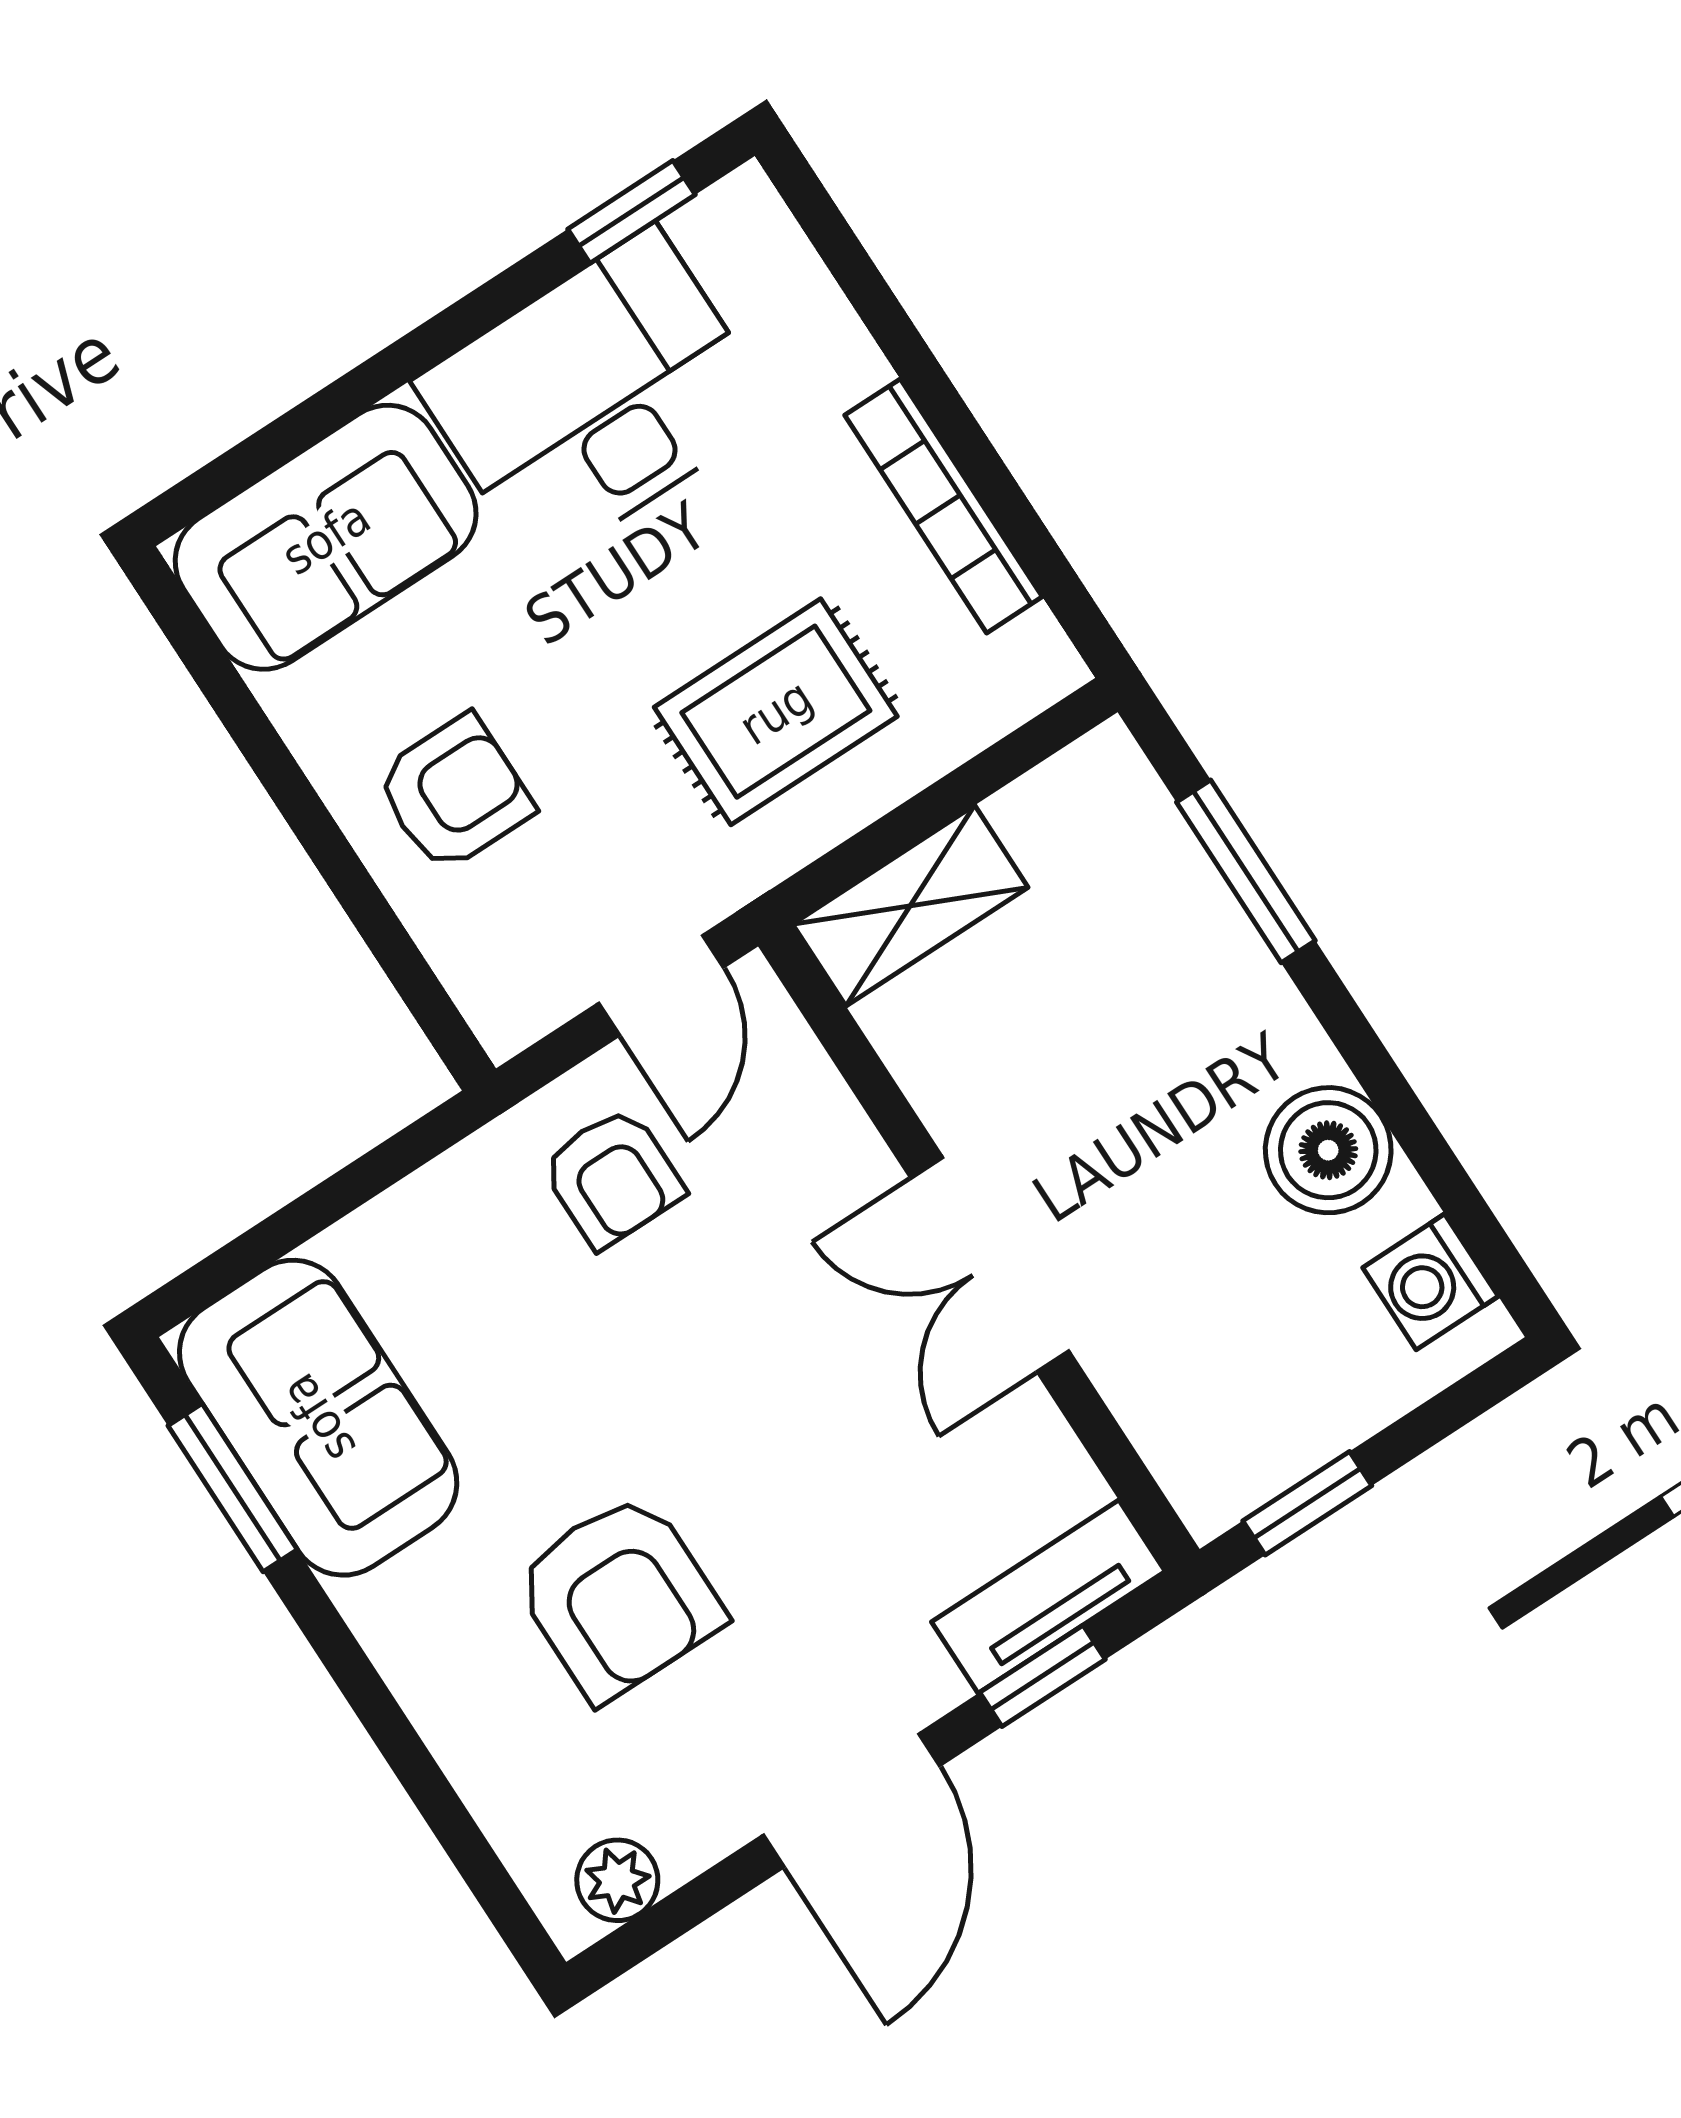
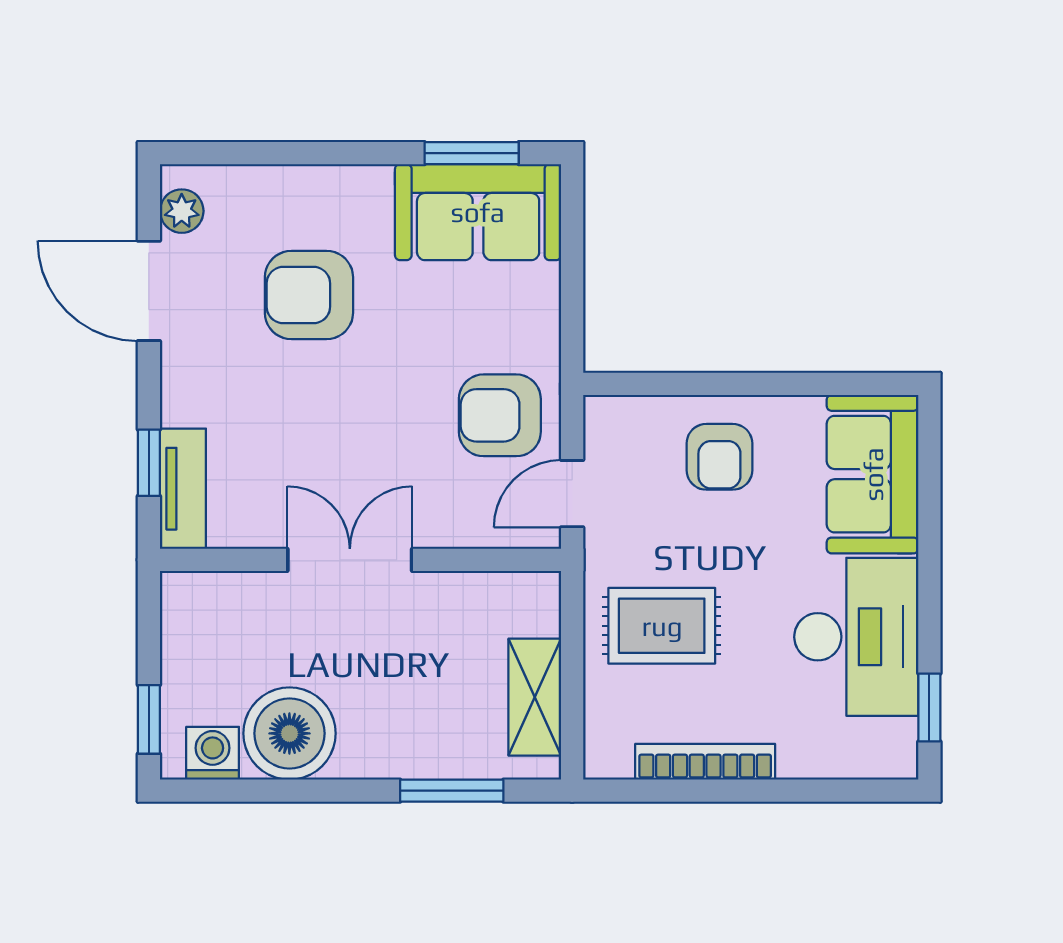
rug: (776, 712) -> (662, 626), turned 90
shelving: (910, 906) -> (535, 697), moved
door: (661, 985) -> (572, 494), hinge flipped
boiler: (1328, 1150) -> (289, 733), width x1.37, depth x1.37
armchair: (612, 1177) -> (500, 415), width x1.38, depth x1.38
window: (1307, 1503) -> (149, 719), moved
door: (851, 1800) -> (149, 291), moved

